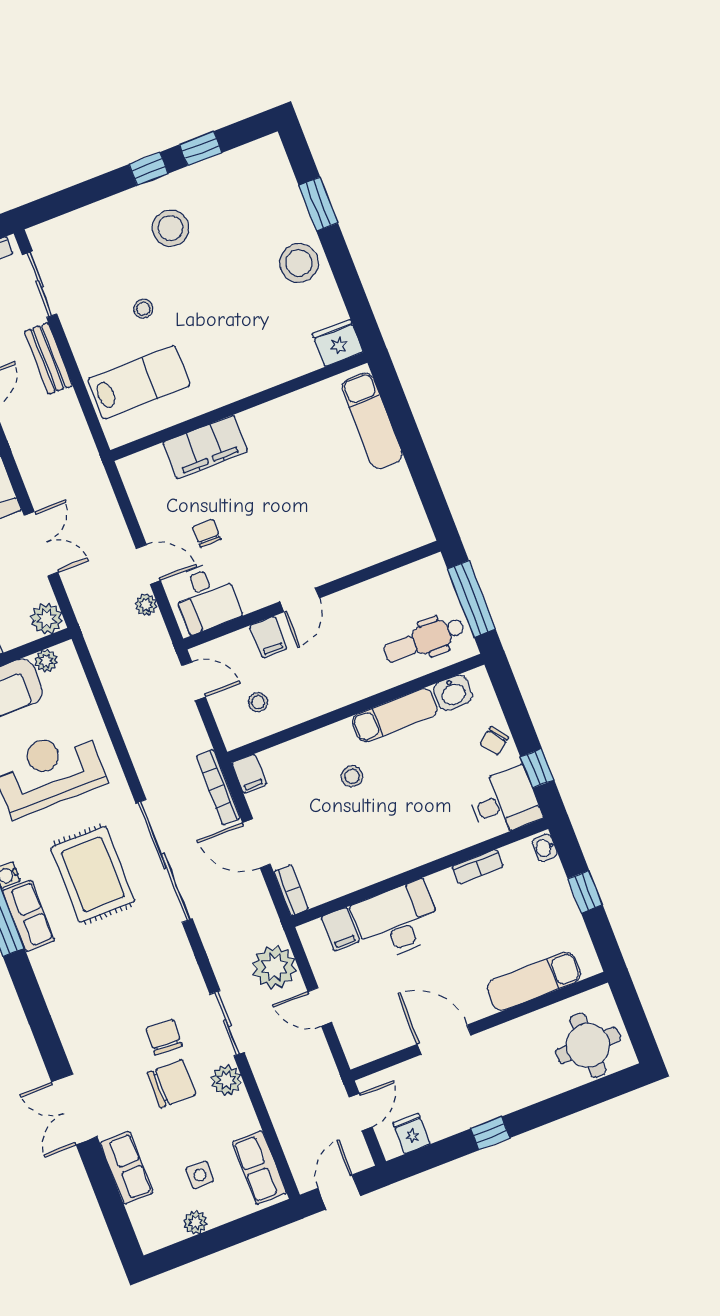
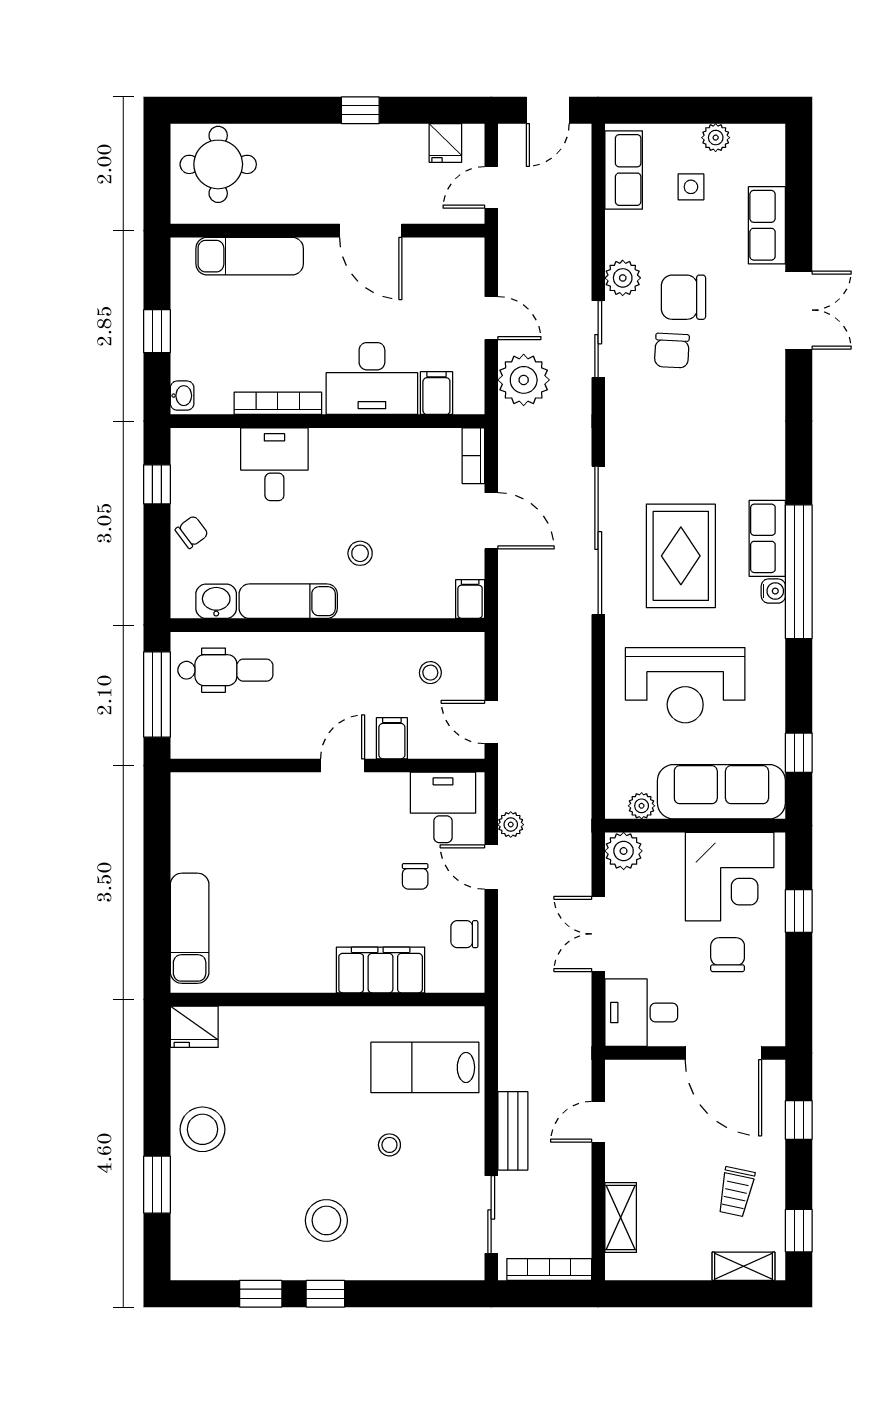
chair: (149, 502) -> (464, 934), added
bookcase: (218, 787) -> (509, 598), removed
desk: (504, 802) -> (274, 464), moved, turned 90
bookcase: (478, 867) -> (278, 403), width x1.56

